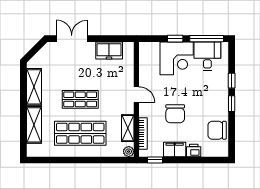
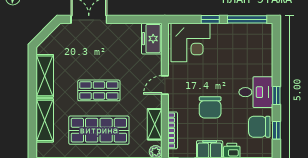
freezer: (109, 50) -> (152, 39), moved, turned 90
desk: (207, 56) -> (256, 92), moved, turned 90
corner desk: (177, 58) -> (190, 42), moved
window: (232, 81) -> (276, 130), moved
door: (136, 95) -> (165, 85), swing flipped

